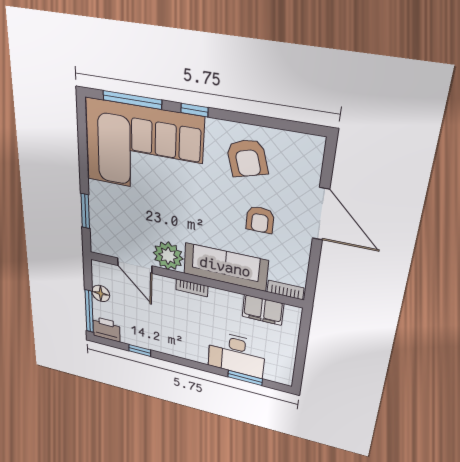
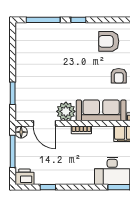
corner sofa: (144, 149) -> (50, 47), removed
armchair: (247, 158) -> (109, 41), turned 106
floor lamp: (101, 293) -> (21, 132), moved
window: (89, 311) -> (13, 151), moved

